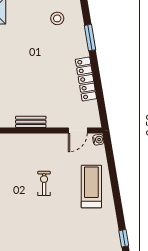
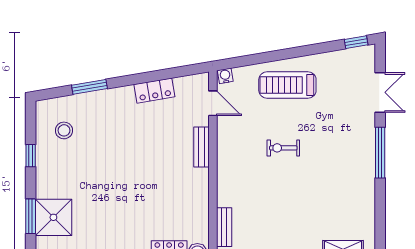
locker: (86, 79) -> (154, 91), width x0.66
bench: (31, 122) -> (201, 147), moved

